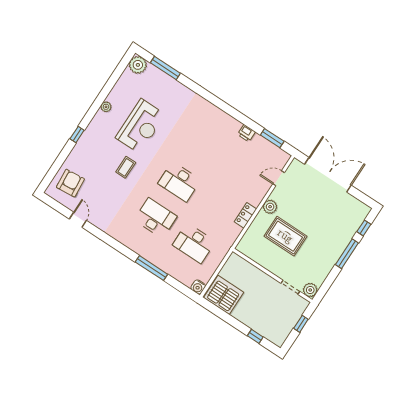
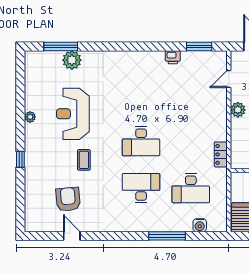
plant: (138, 65) -> (72, 60), moved
reception desk: (141, 126) -> (73, 114), turned 180
armchair: (70, 183) -> (68, 199), moved
locker: (245, 215) -> (221, 154), moved
water cooler: (198, 287) -> (200, 225), moved

